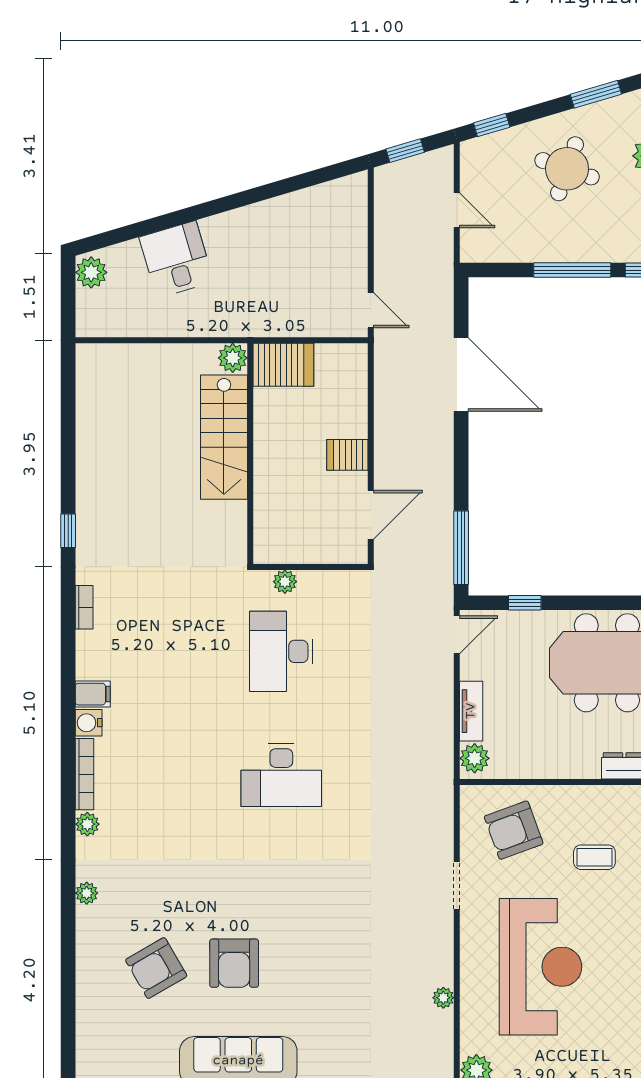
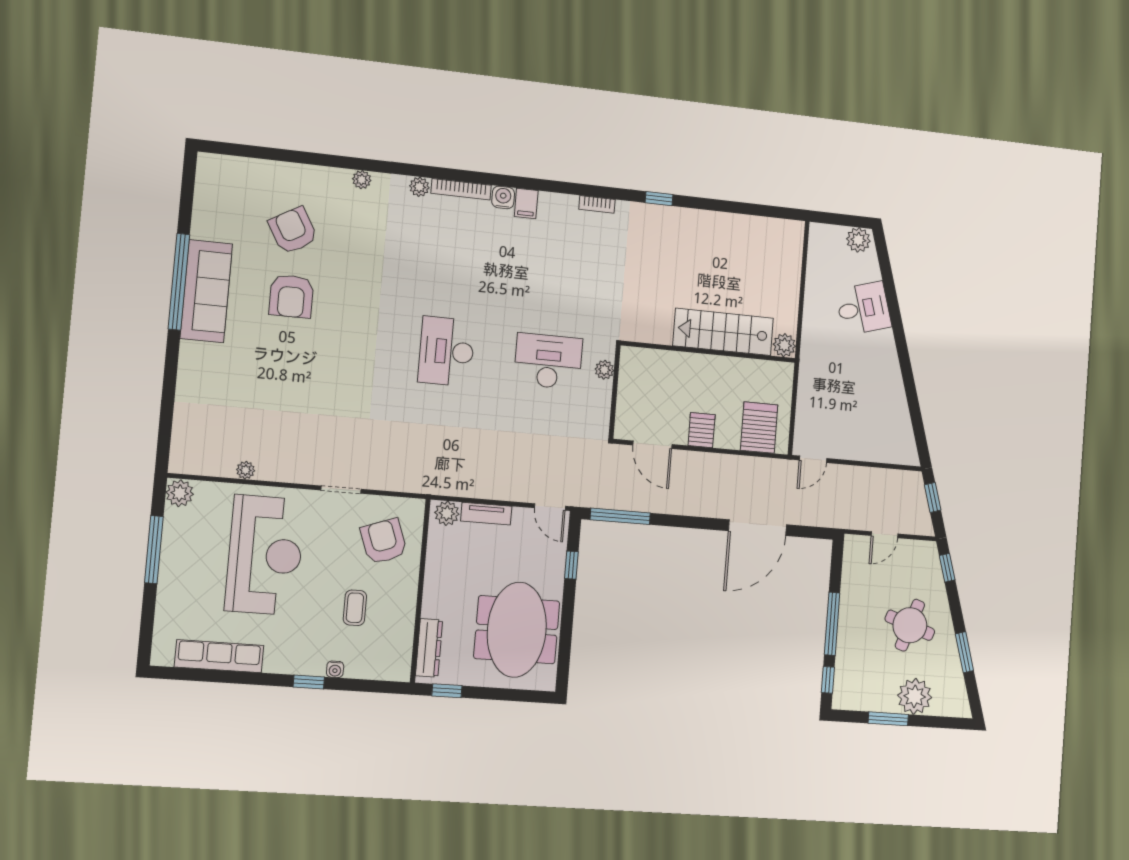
server rack: (283, 365) -> (759, 428), moved, turned 180
armchair: (234, 963) -> (291, 296), turned -90
reception desk: (541, 967) -> (265, 555), turned -90

